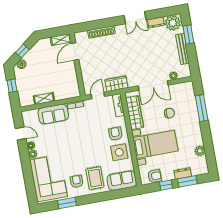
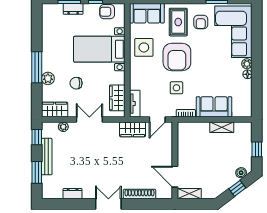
double door: (135, 18) -> (108, 204), moved
plant: (173, 23) -> (53, 190), removed
door: (75, 51) -> (175, 177), swing flipped
window: (194, 63) -> (37, 137), added
double door: (153, 85) -> (89, 120), width x0.73
wardrobe: (183, 89) -> (55, 110), added
window: (202, 108) -> (37, 67), moved
wardrobe: (135, 113) -> (117, 98), width x0.67
side table: (87, 124) -> (176, 88), added
door: (21, 134) -> (257, 91), removed
armchair: (115, 134) -> (177, 57), moved, width x1.88, depth x1.88
plant: (200, 151) -> (48, 78), moved

